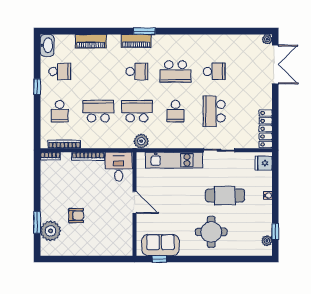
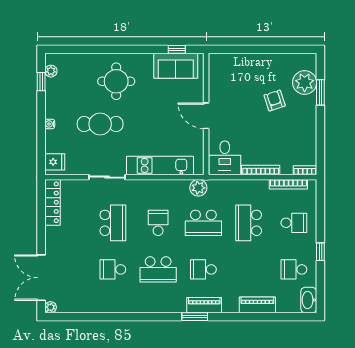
school desk: (176, 71) -> (158, 269), turned 180
school desk: (60, 111) -> (294, 223), turned 90
school desk: (98, 111) -> (249, 223), turned 90
armchair: (76, 215) -> (275, 101), turned 72

